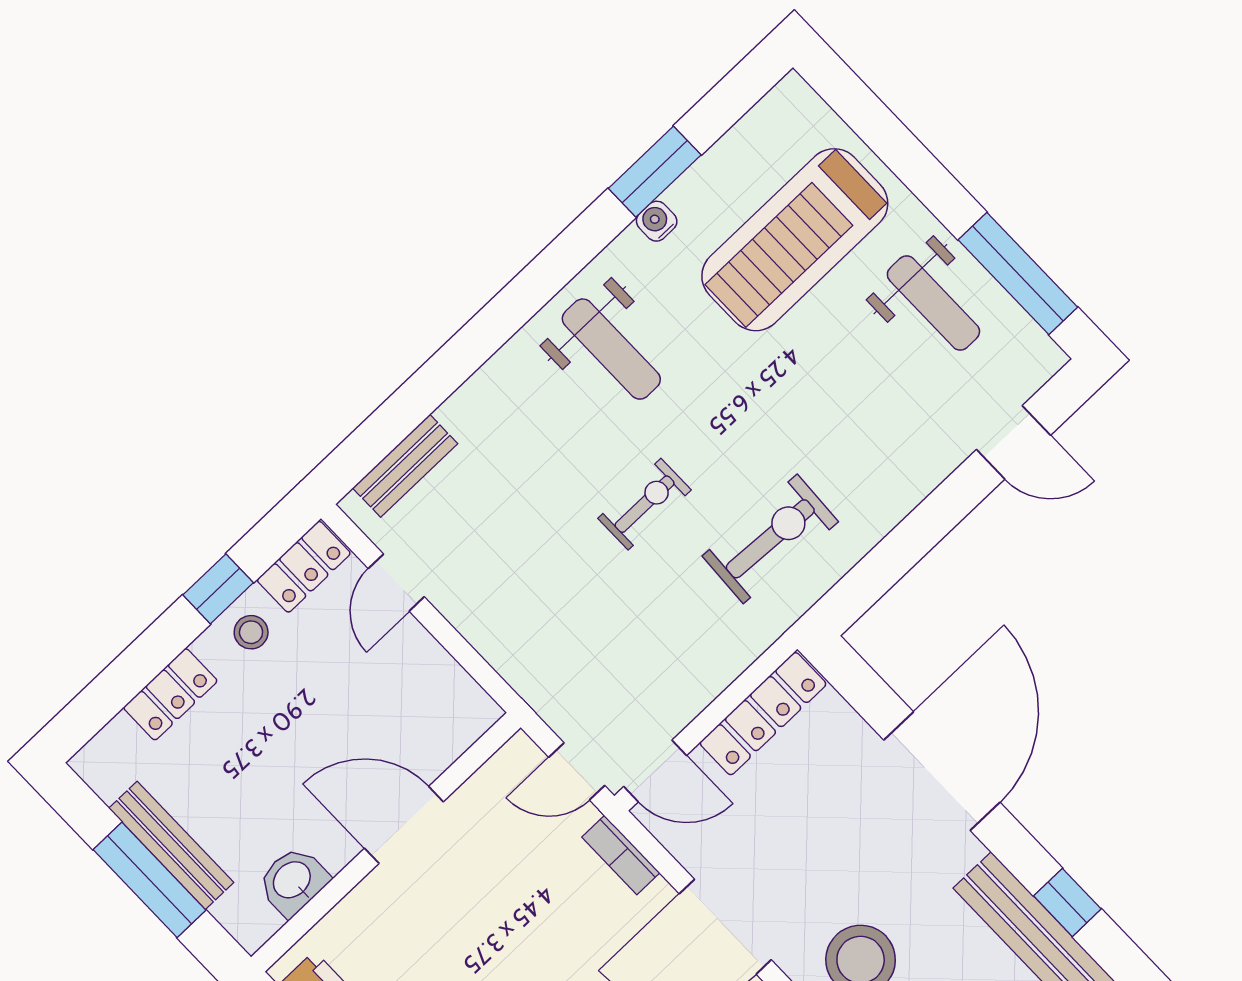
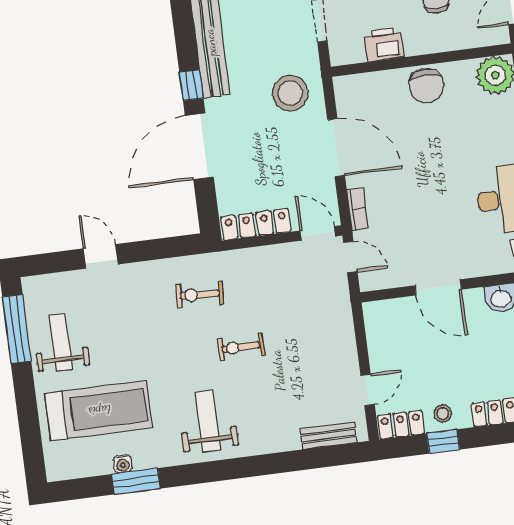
water cooler: (657, 221) -> (123, 464), moved
door: (1013, 442) -> (101, 256), moved
exercise bike: (770, 539) -> (200, 294), width x0.73, depth x0.72
window: (1067, 902) -> (191, 85), moved

